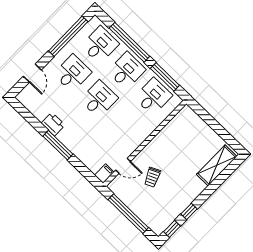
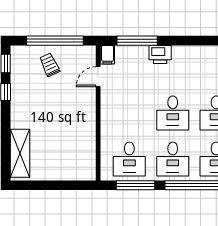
printer: (53, 124) -> (160, 54), moved
window: (58, 145) -> (137, 41), moved
trolley: (152, 177) -> (50, 65), moved

